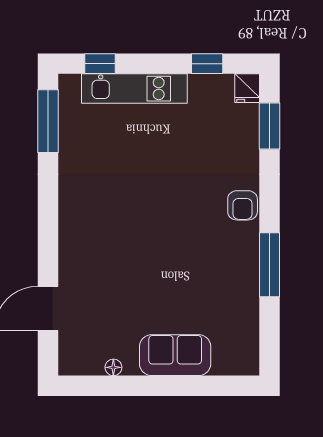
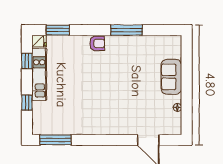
window: (100, 64) -> (27, 103), moved
kitchen unit: (134, 89) -> (39, 74), moved

